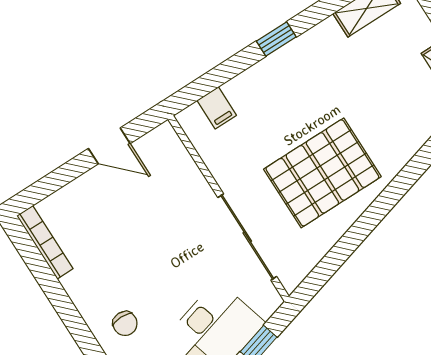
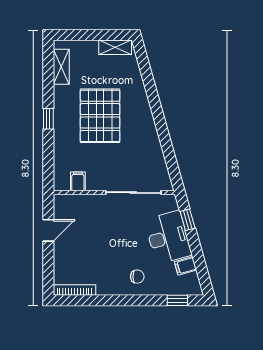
filing cabinet: (217, 108) -> (78, 181), moved, turned -90
pallet: (322, 173) -> (100, 116), moved

